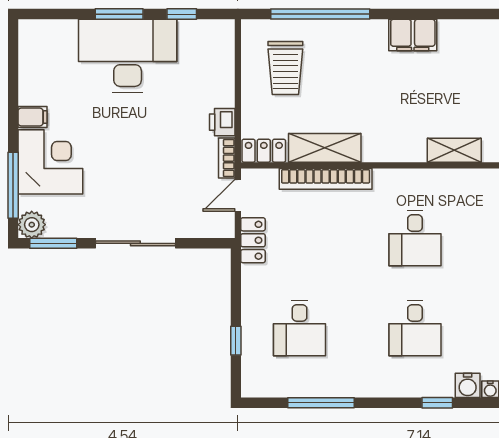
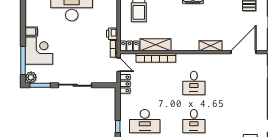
door: (238, 195) -> (119, 65), swing flipped
desk: (300, 328) -> (145, 121), width x1.37

